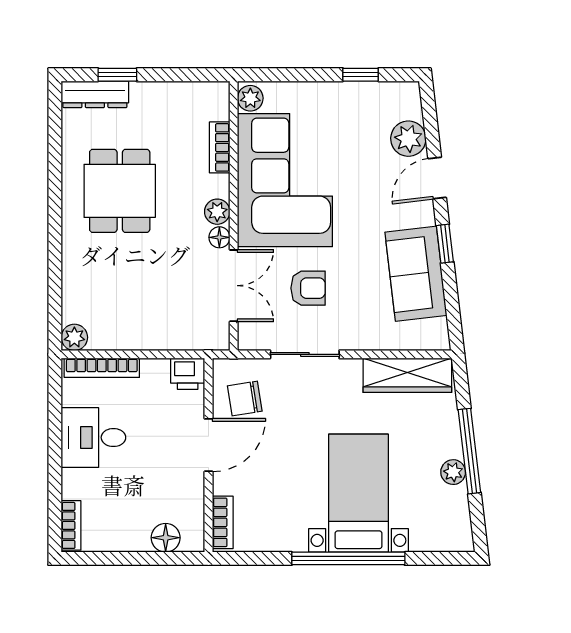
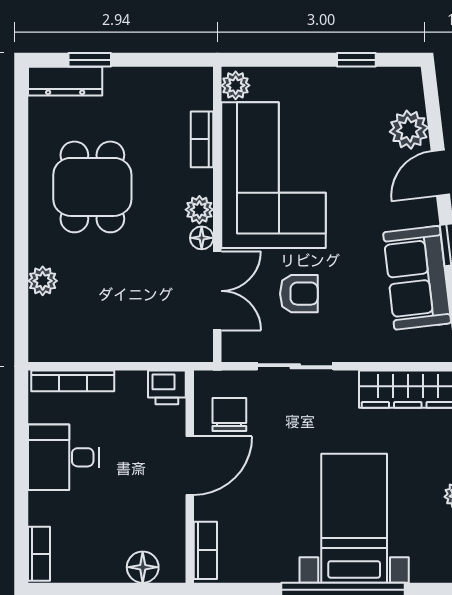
plant: (74, 337) -> (43, 281), moved
chair: (245, 398) -> (229, 415), turned 99

